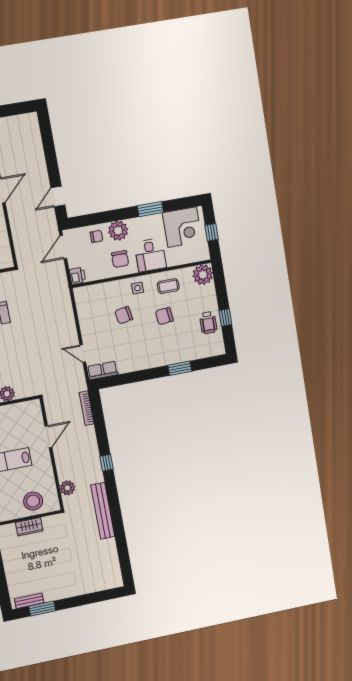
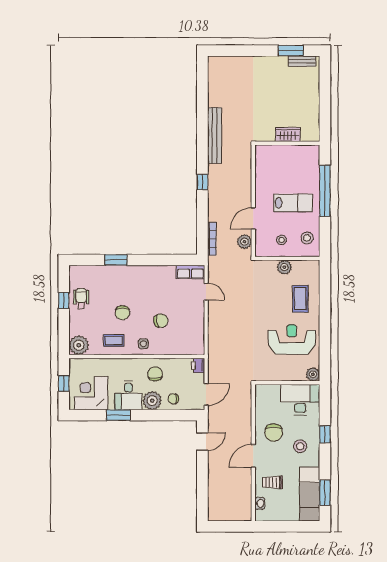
desk: (150, 255) -> (128, 396), moved, turned 180
chair: (164, 316) -> (122, 313), turned 96
plant: (67, 488) -> (244, 242), moved
stool: (33, 501) -> (281, 240), moved, width x0.53, depth x0.53

